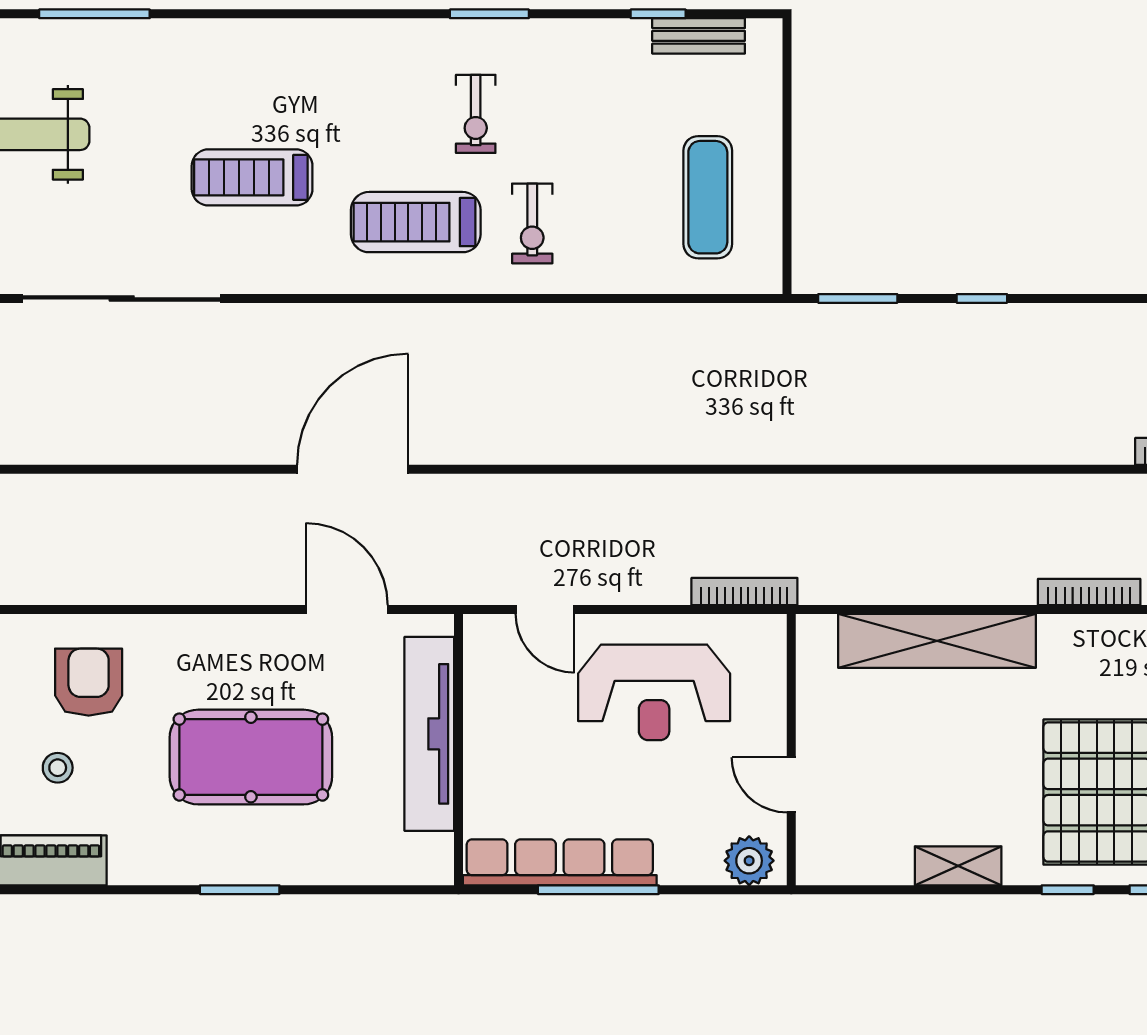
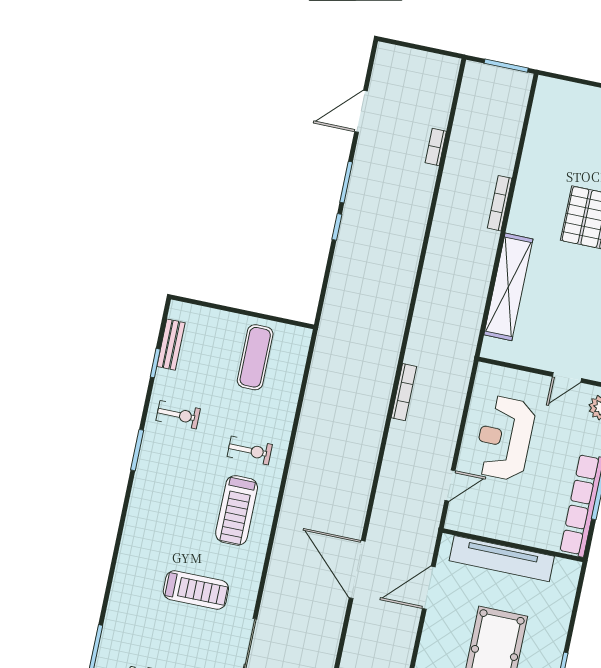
exercise bike: (476, 114) -> (178, 415), moved
treadmill: (252, 177) -> (196, 590), turned -90
exercise mat: (708, 197) -> (255, 357), turned 90
window: (858, 298) -> (346, 182), moved
bookcase: (744, 591) -> (404, 392), moved, turned 180
reception desk: (654, 692) -> (505, 438), turned 180

